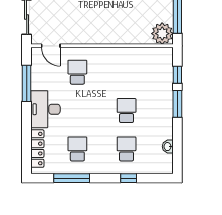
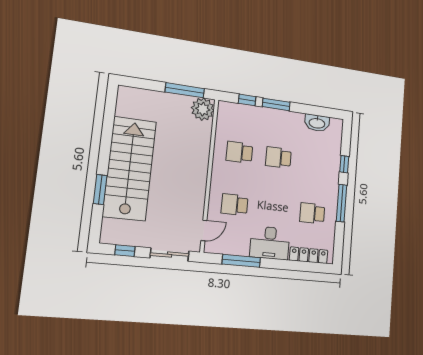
washbasin: (168, 147) -> (317, 123), width x1.91, depth x1.45
school desk: (127, 149) -> (239, 152), moved
window: (72, 178) -> (341, 203), moved

